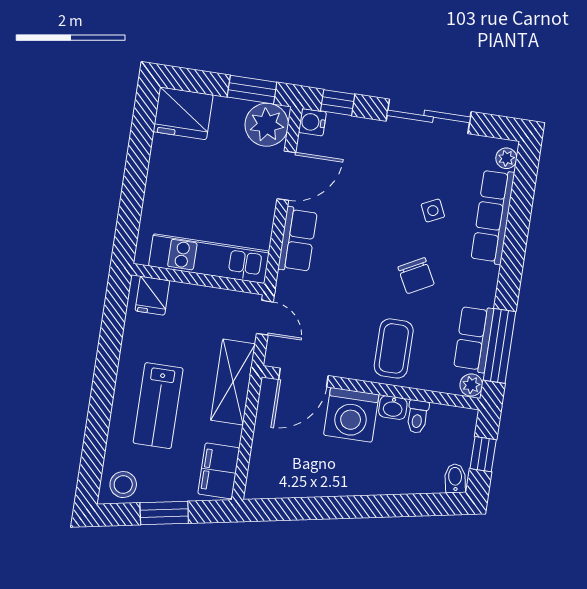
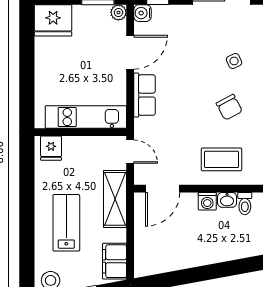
plant: (267, 125) -> (118, 12), width x0.53, depth x0.53
coffee table: (394, 348) -> (222, 159), turned 90
lab bench: (158, 406) -> (66, 223), turned 180
washing machine: (351, 415) -> (207, 201), width x0.53, depth x0.53

